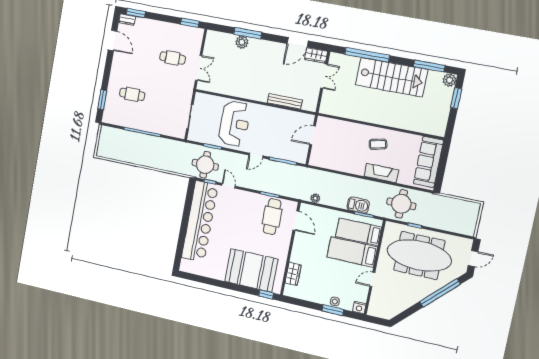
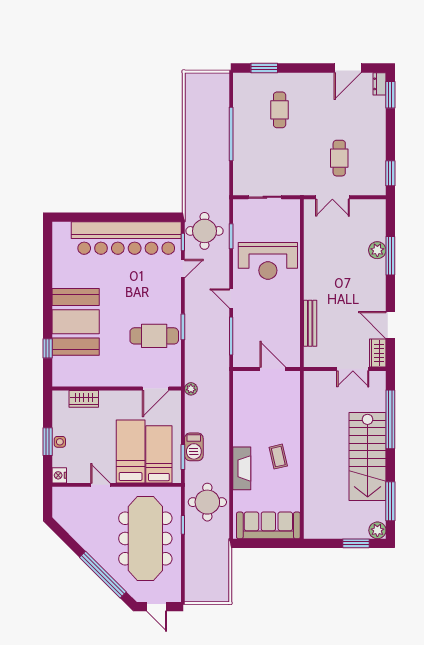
door: (296, 221) -> (156, 389), moved
wall: (290, 249) -> (117, 389), moved
wardrobe: (293, 274) -> (84, 399), moved

